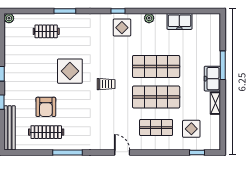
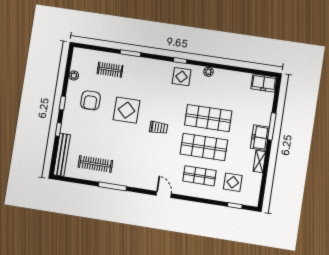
plant: (9, 18) -> (74, 76), moved
freezer: (179, 21) -> (264, 83), moved
armchair: (46, 107) -> (91, 100), moved

